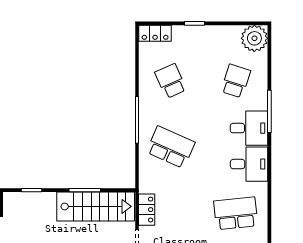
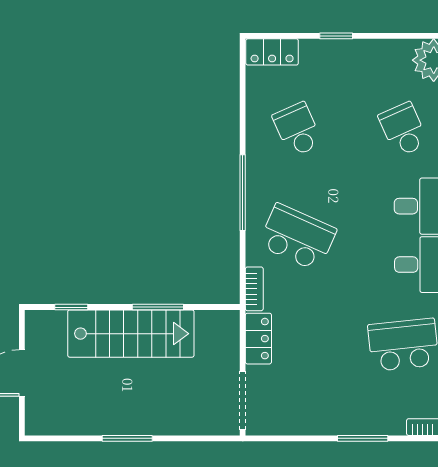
school desk: (236, 81) -> (403, 130), turned -42
bookcase: (144, 179) -> (254, 289), added
stairs: (96, 206) -> (131, 334), moved

